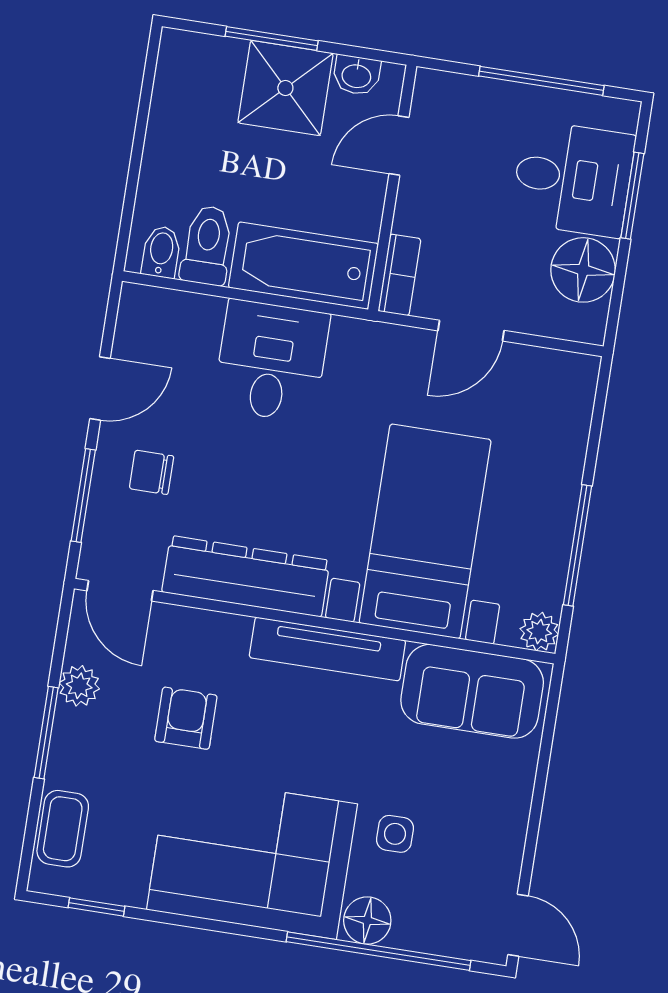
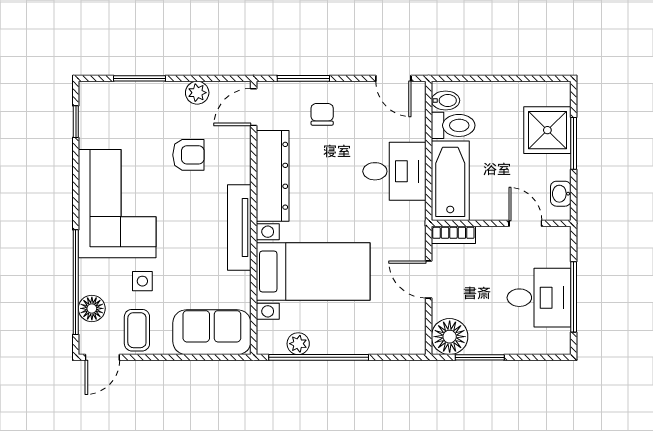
shower: (285, 88) -> (547, 130), moved
desk: (573, 179) -> (539, 298), moved, turned -90
window: (632, 196) -> (480, 357), moved
floor lamp: (583, 270) -> (450, 337), moved
door: (100, 388) -> (393, 78), moved
window: (578, 545) -> (319, 357), width x1.46
plant: (539, 632) -> (298, 344), moved
sofa: (472, 691) -> (212, 332), moved, turned 90
window: (46, 733) -> (140, 78), moved
coffee table: (63, 829) -> (137, 330), moved, turned 90
floor lamp: (367, 921) -> (92, 308), moved

